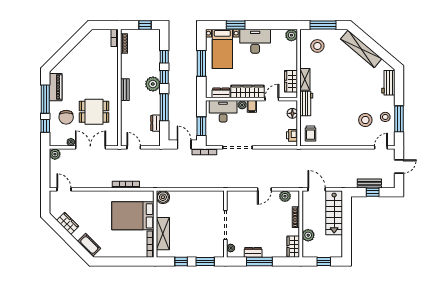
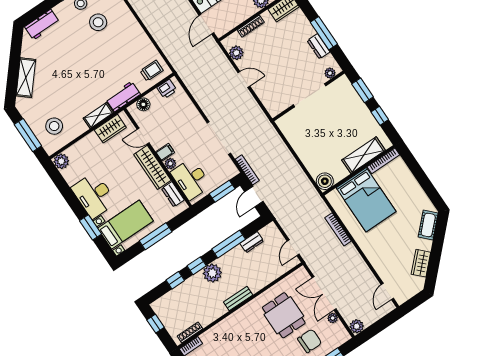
shelving: (361, 49) -> (26, 78), width x0.68

